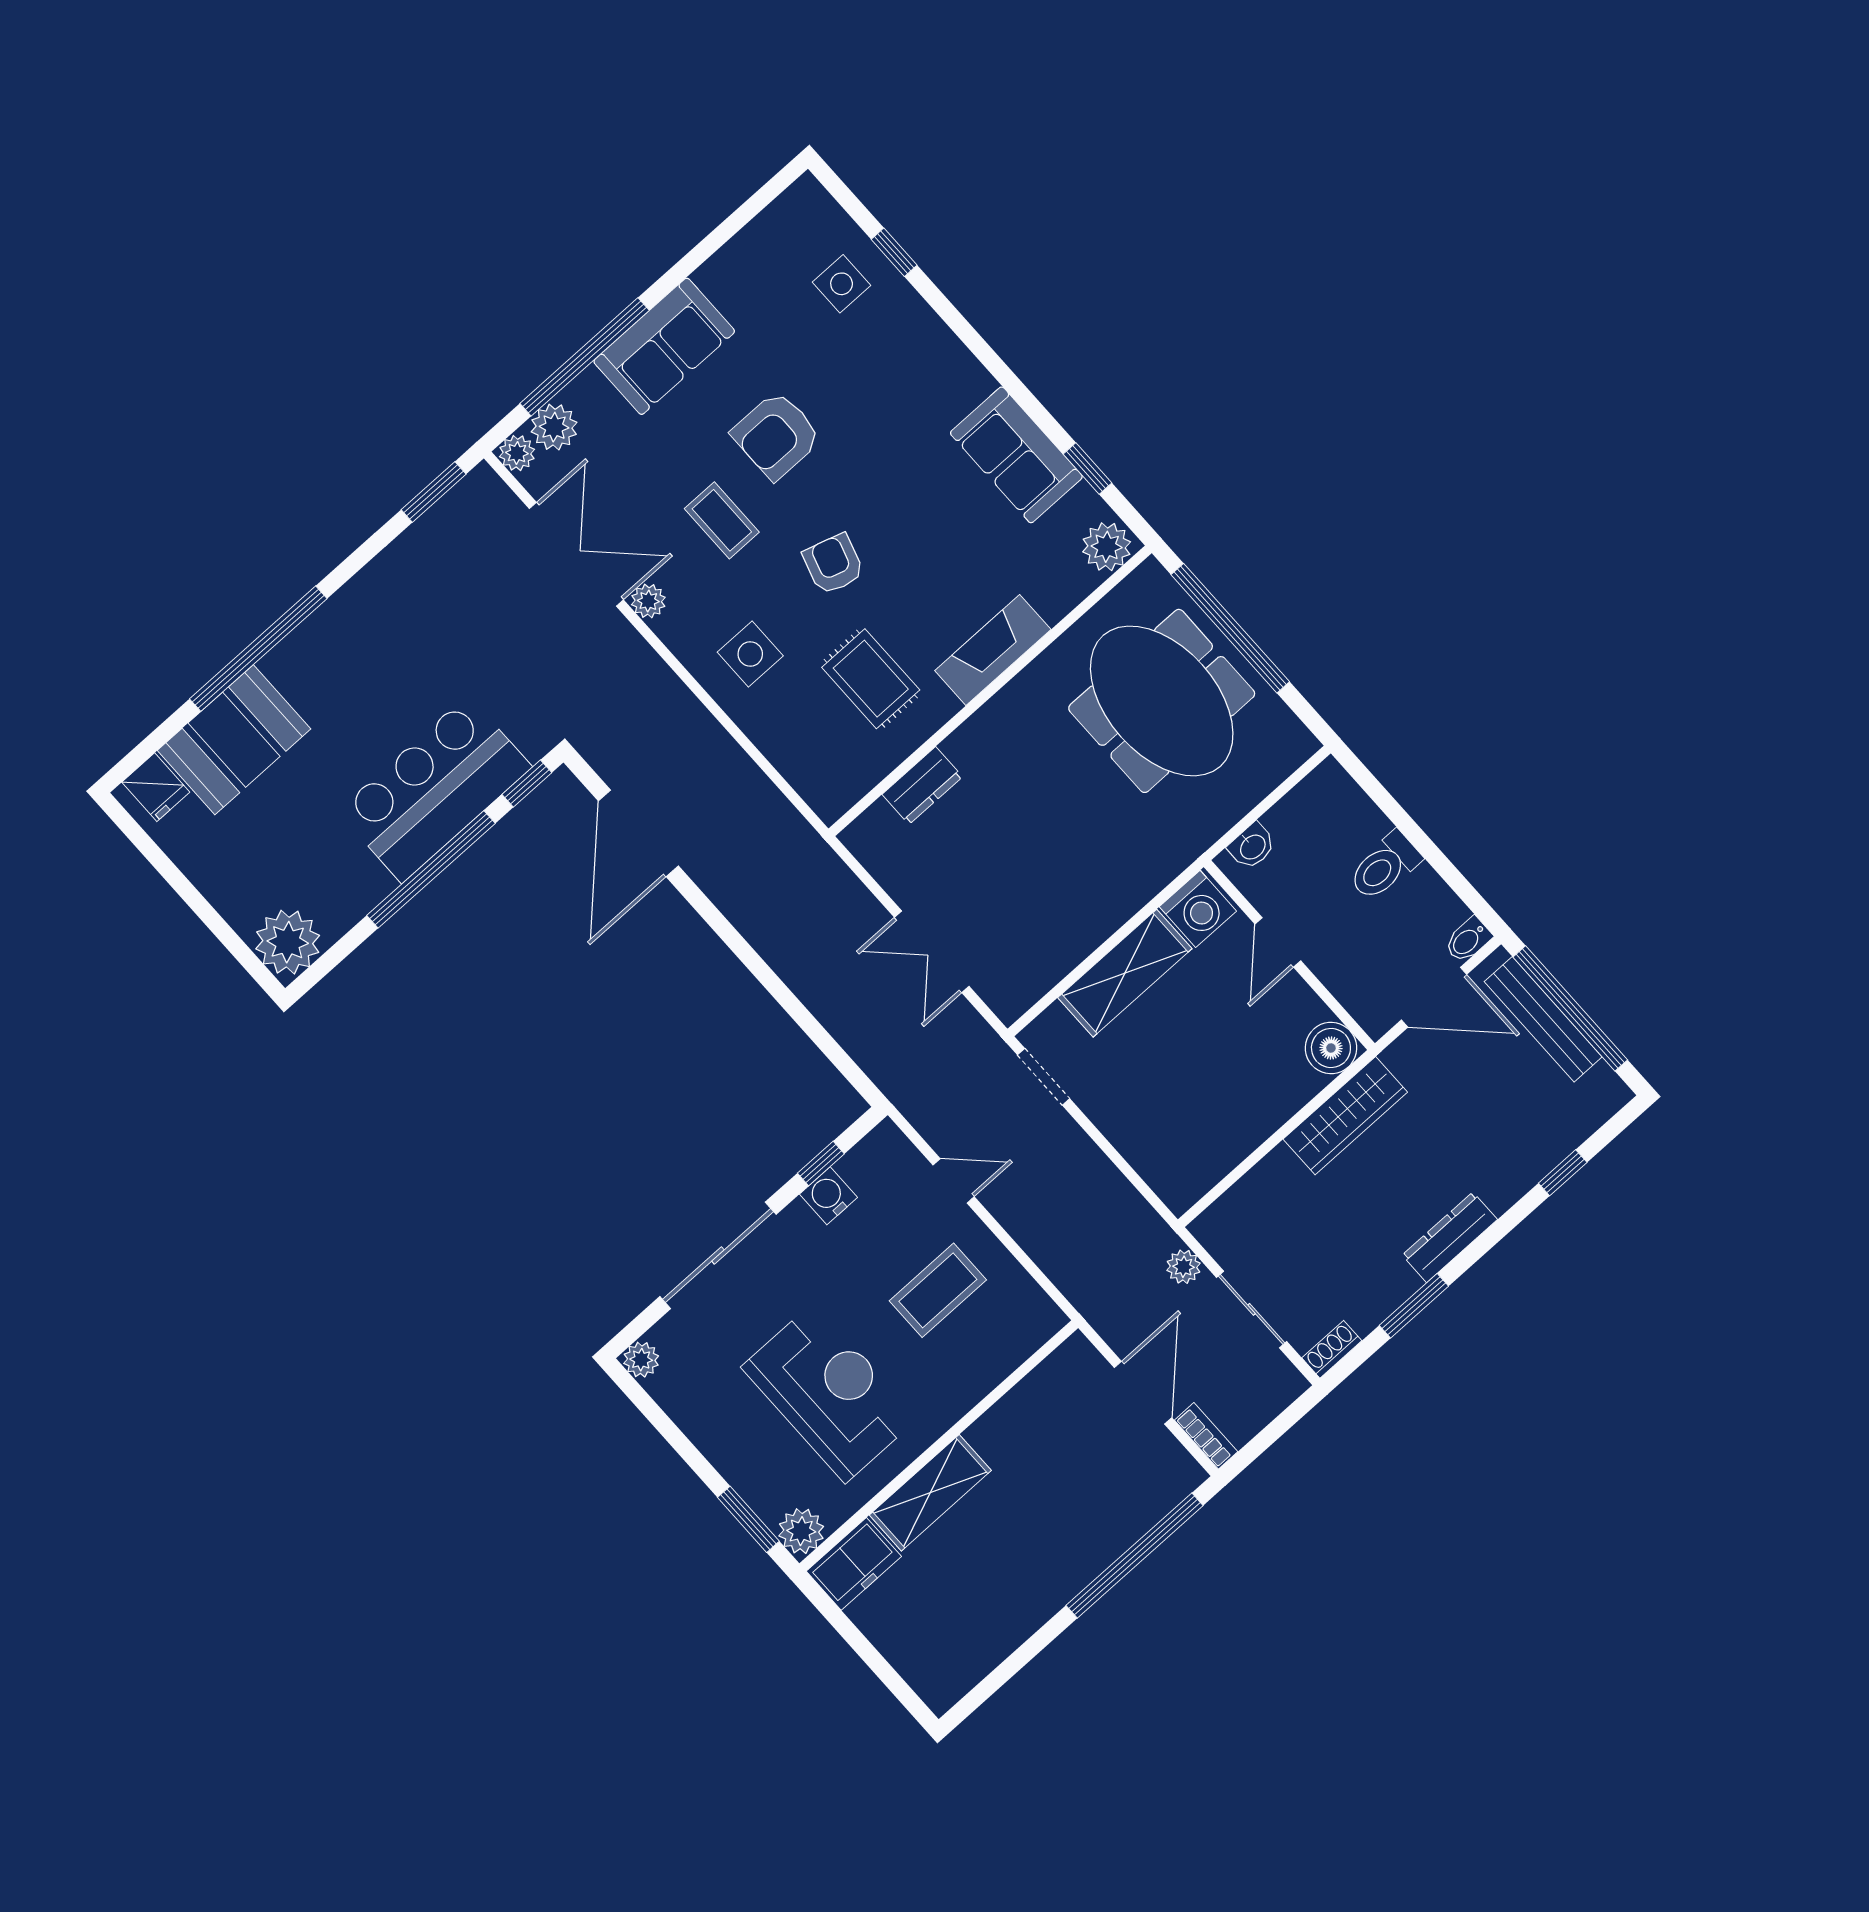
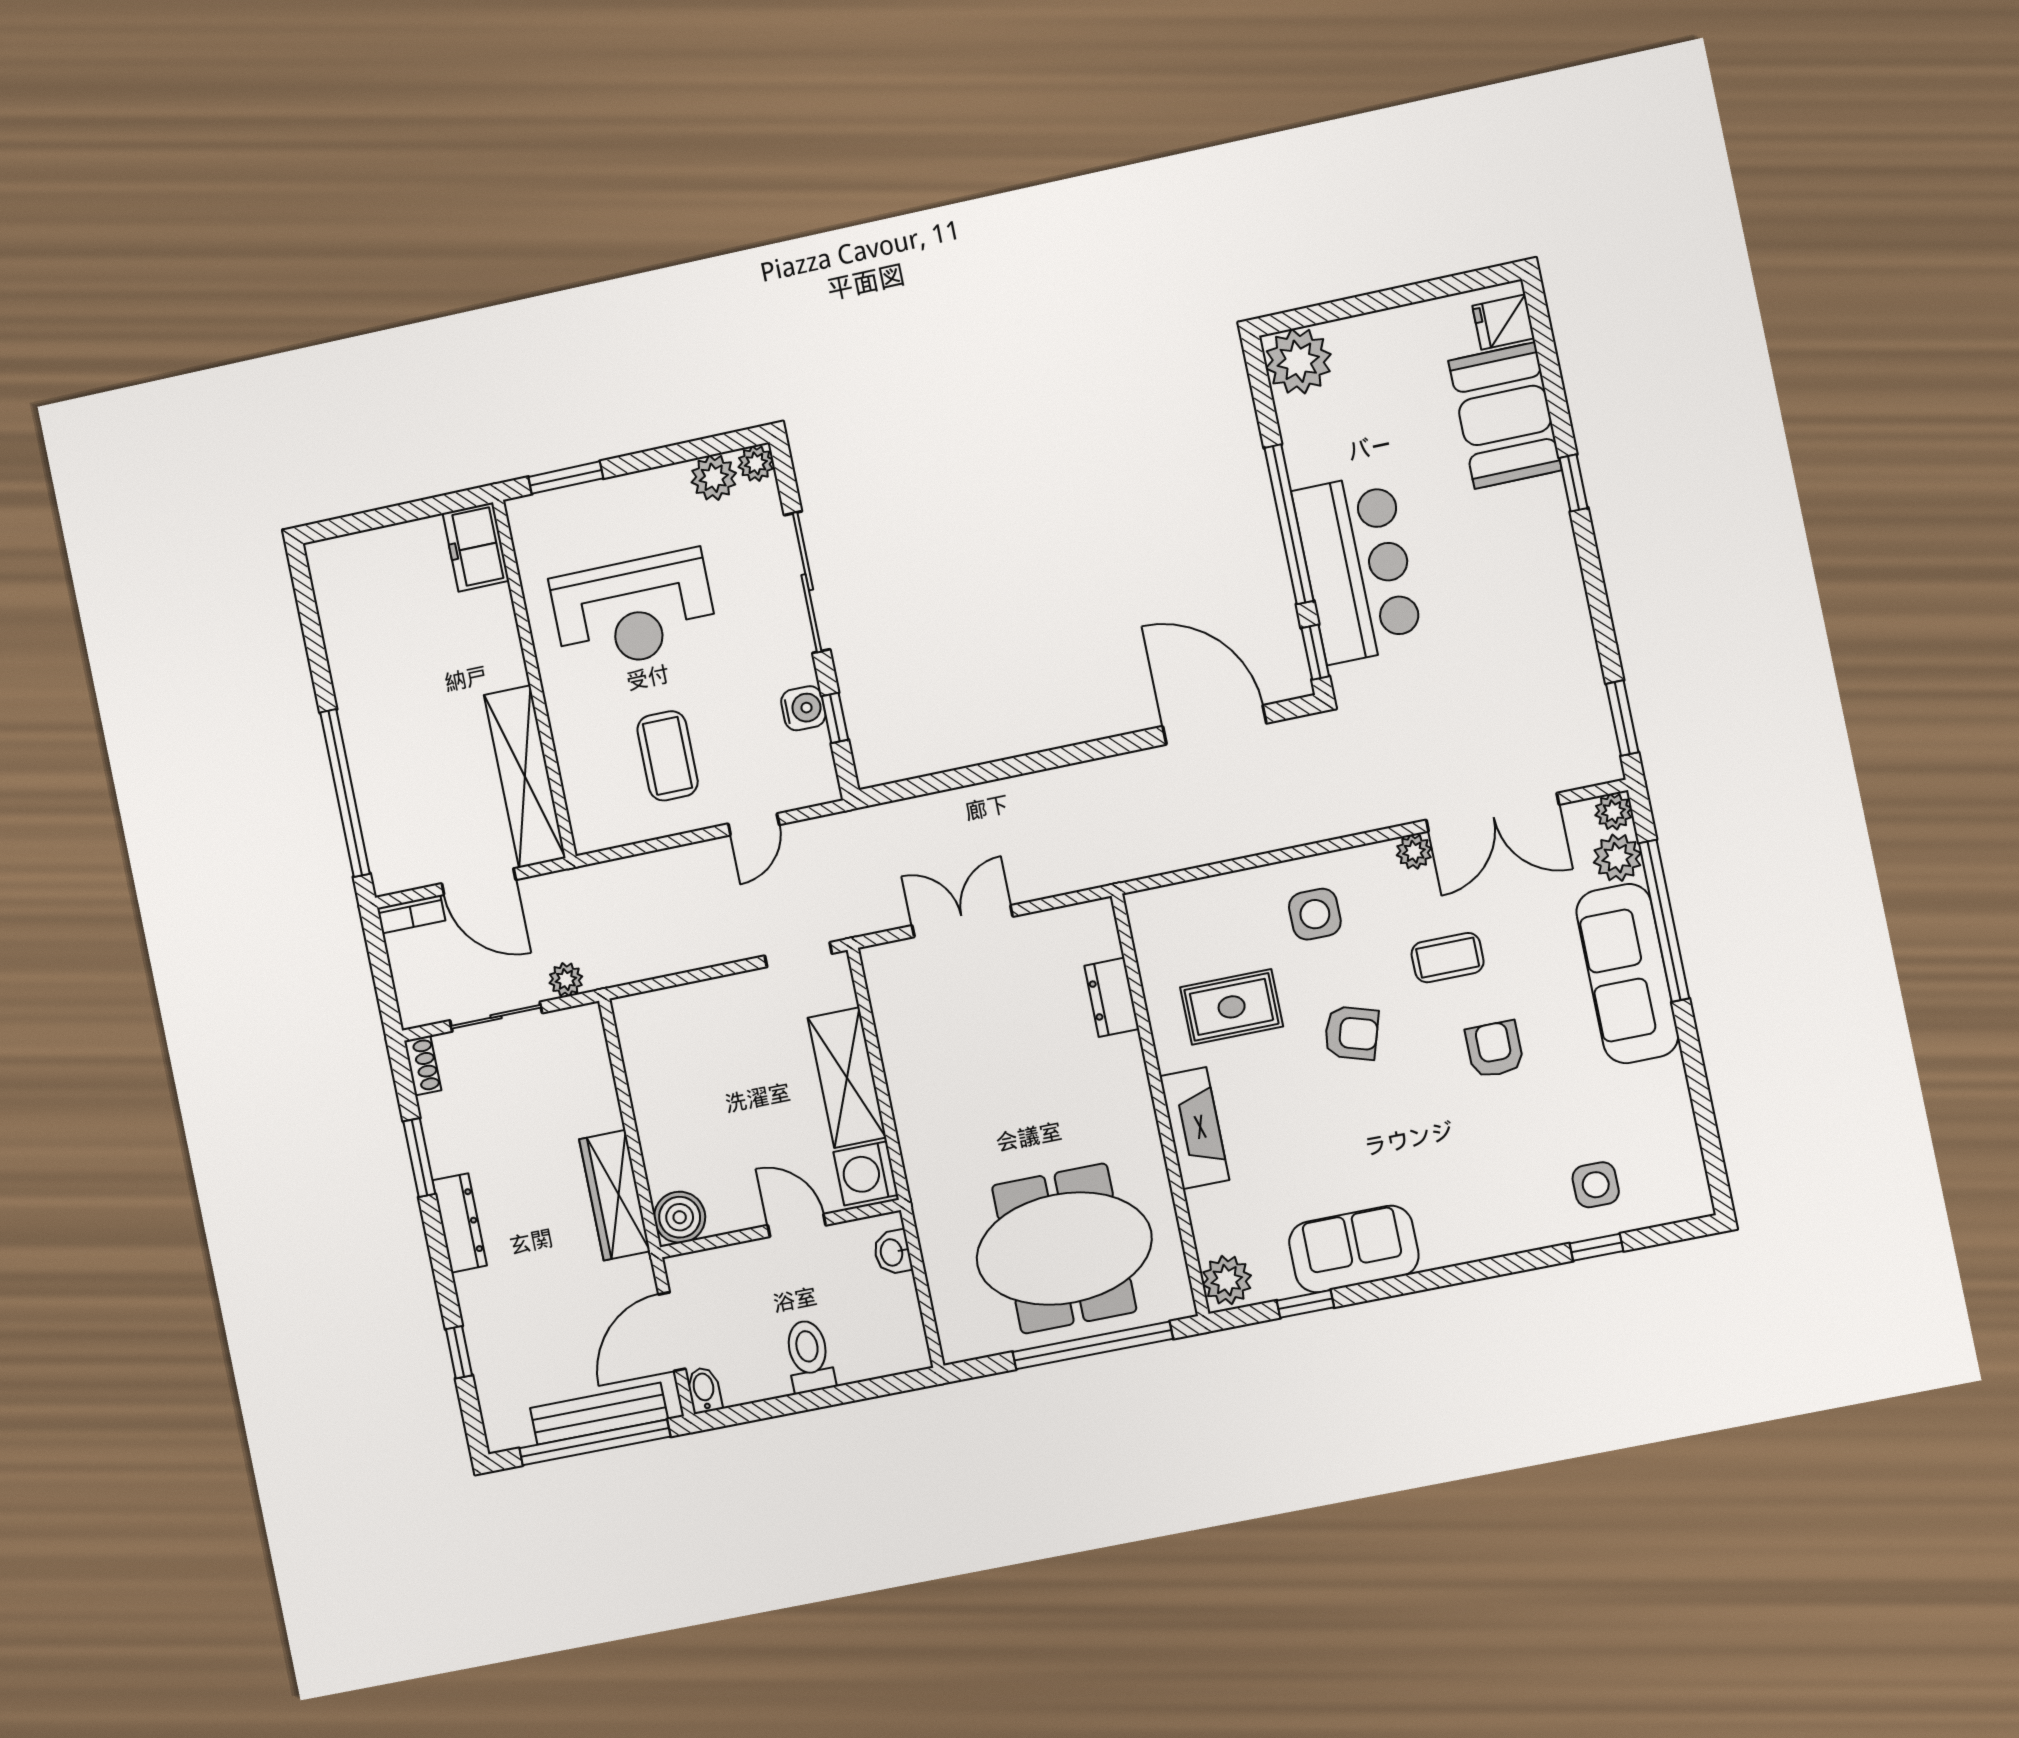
sofa: (664, 346) -> (1627, 974), width x1.36
armchair: (777, 435) -> (1495, 1049), width x0.72, depth x0.72
window: (258, 649) -> (1574, 483), width x0.32
shelving: (930, 1493) -> (525, 777), moved, width x1.47
plant: (801, 1531) -> (714, 478), moved

